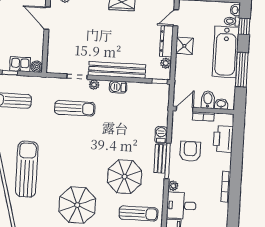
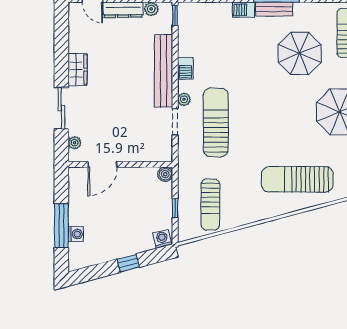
kitchen sink: (20, 64) -> (163, 196), removed
sun lounger: (75, 108) -> (216, 122), width x1.36, depth x1.34

